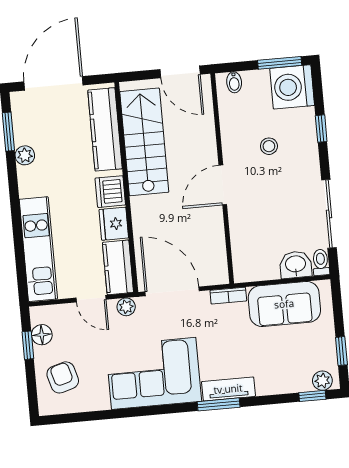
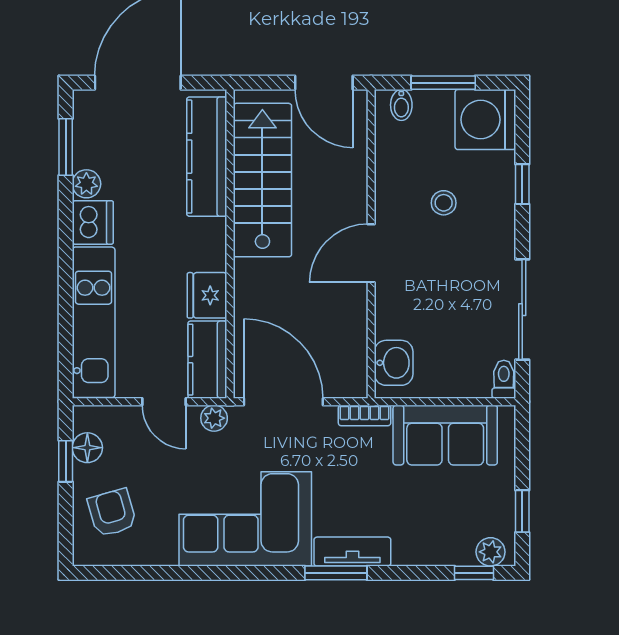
window: (280, 63) -> (443, 83), moved
dishwasher: (110, 192) -> (93, 222), moved, turned 180
washbasin: (296, 265) -> (394, 363), moved, turned 90

